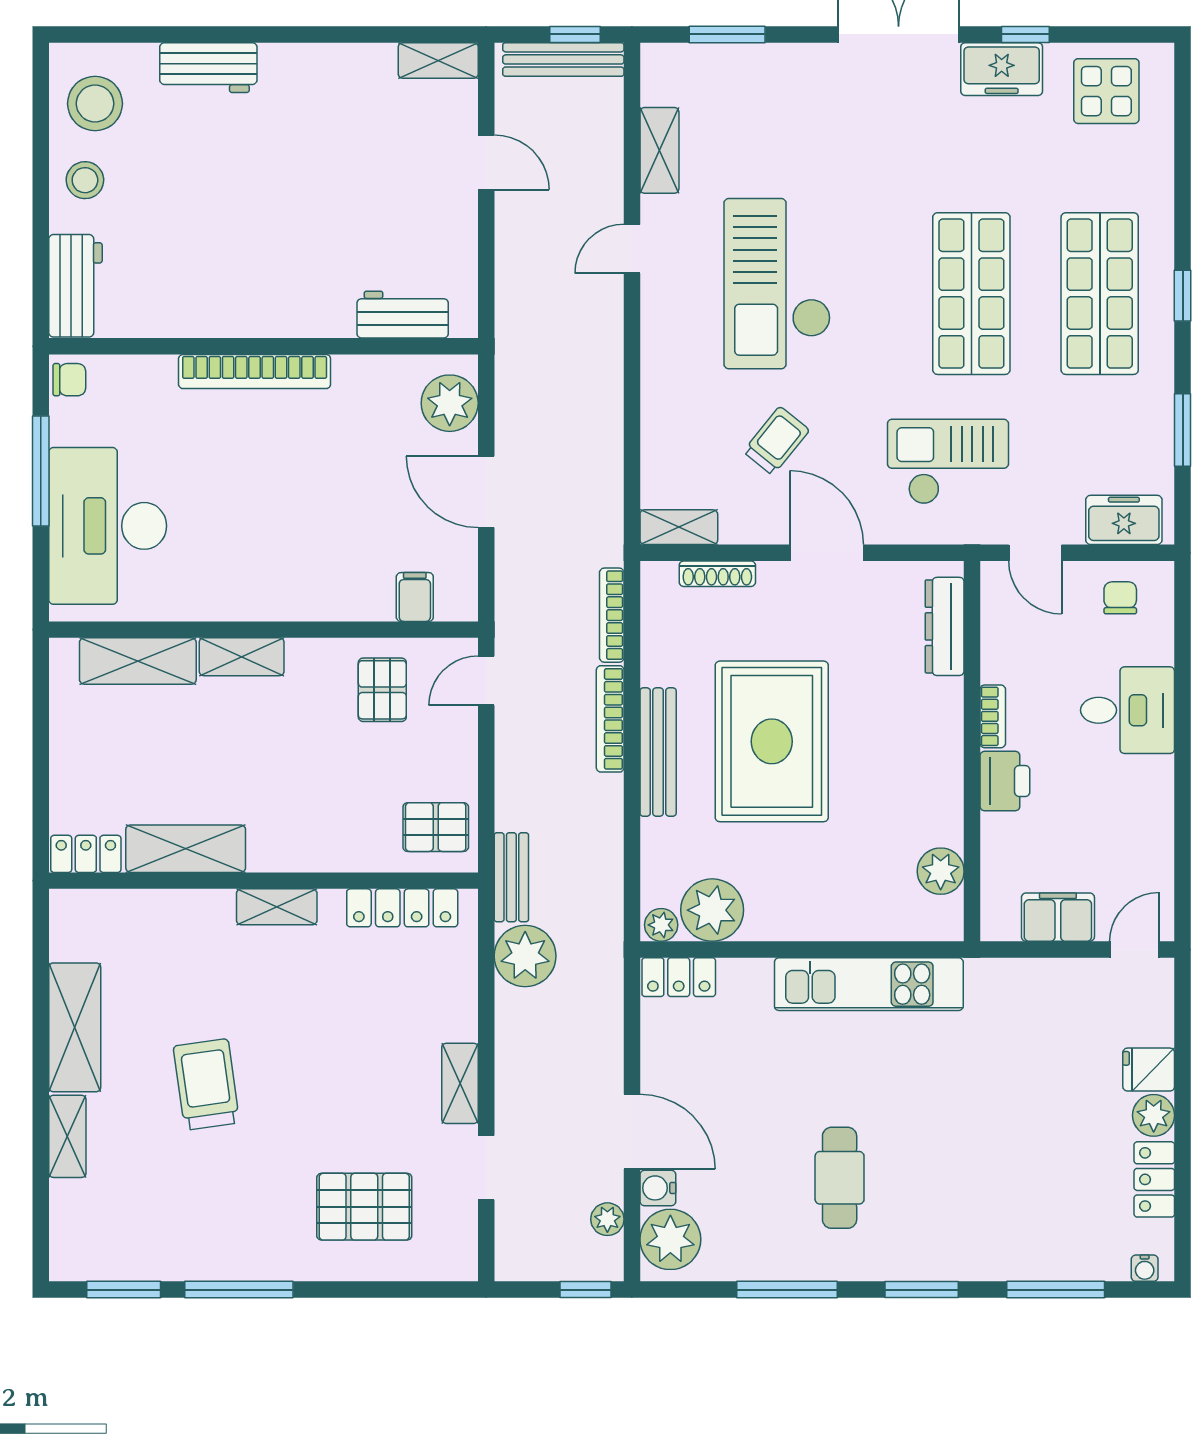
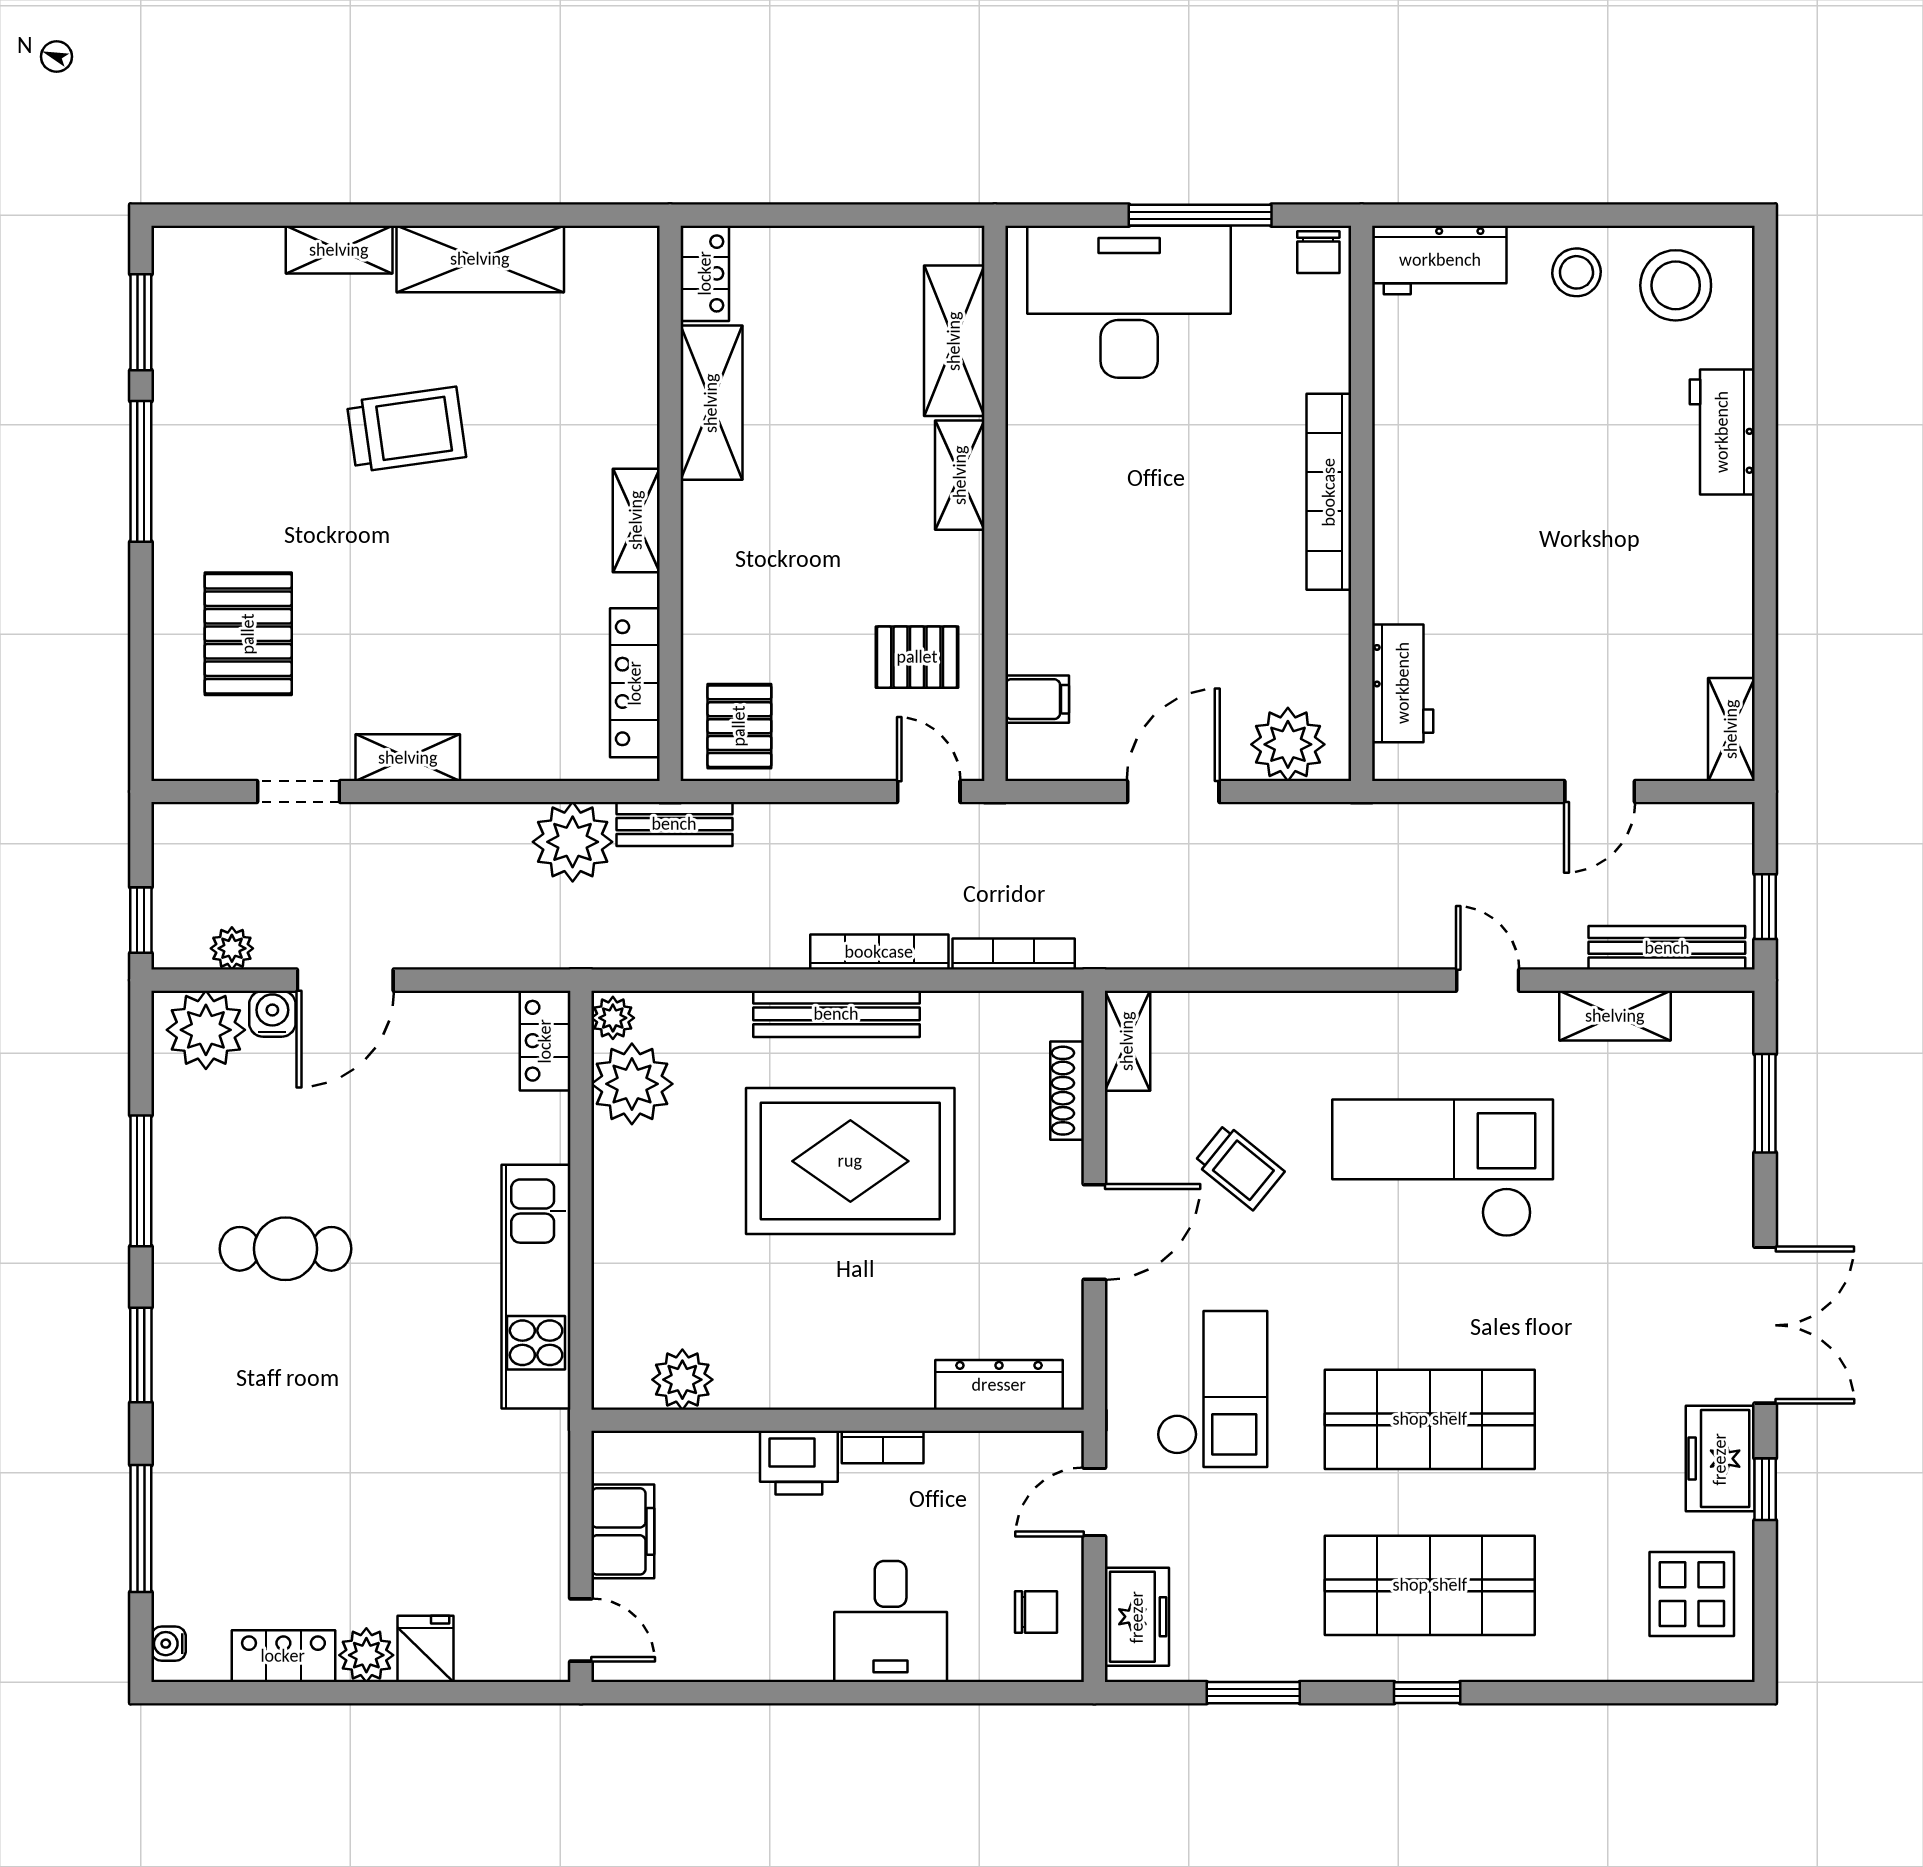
bench: (563, 59) -> (1667, 948), moved, turned 90

